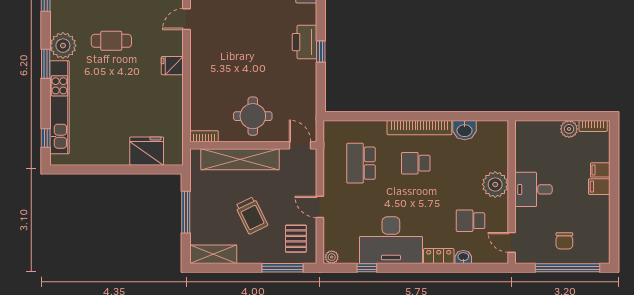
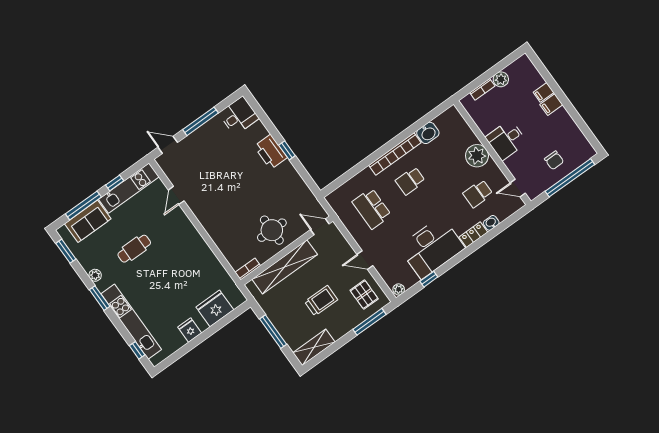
plant: (63, 46) -> (95, 275), width x0.53, depth x0.53
fridge: (172, 66) -> (190, 330), moved, turned 90
bookcase: (593, 126) -> (482, 89), moved
trolley: (252, 215) -> (321, 301), turned -64

